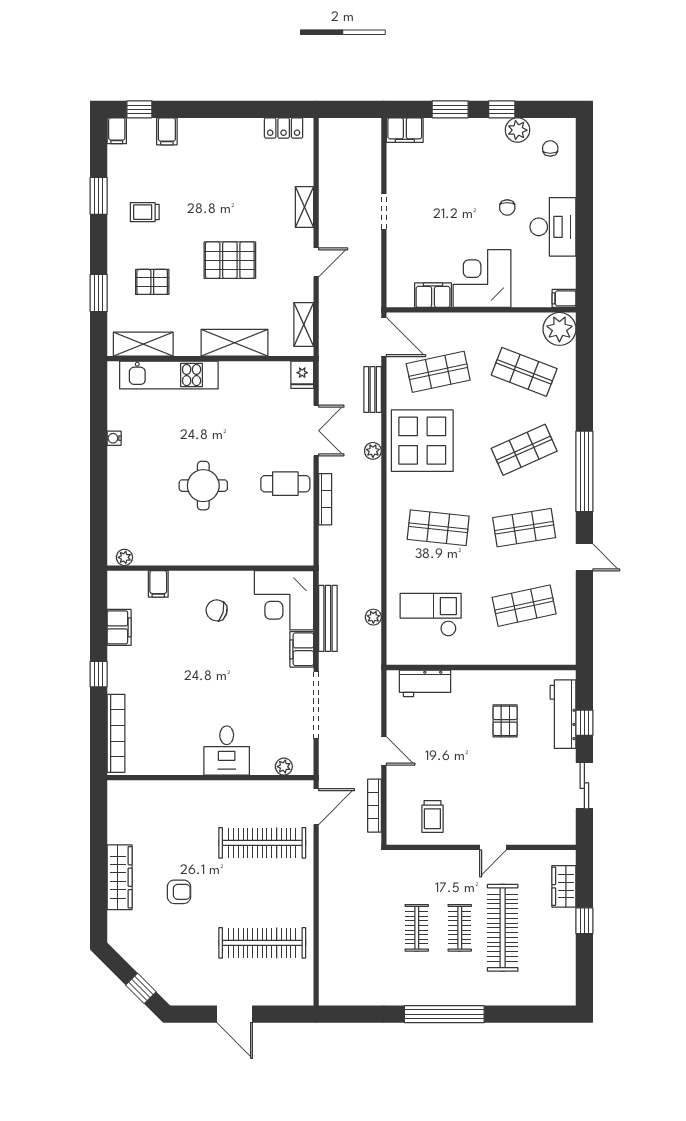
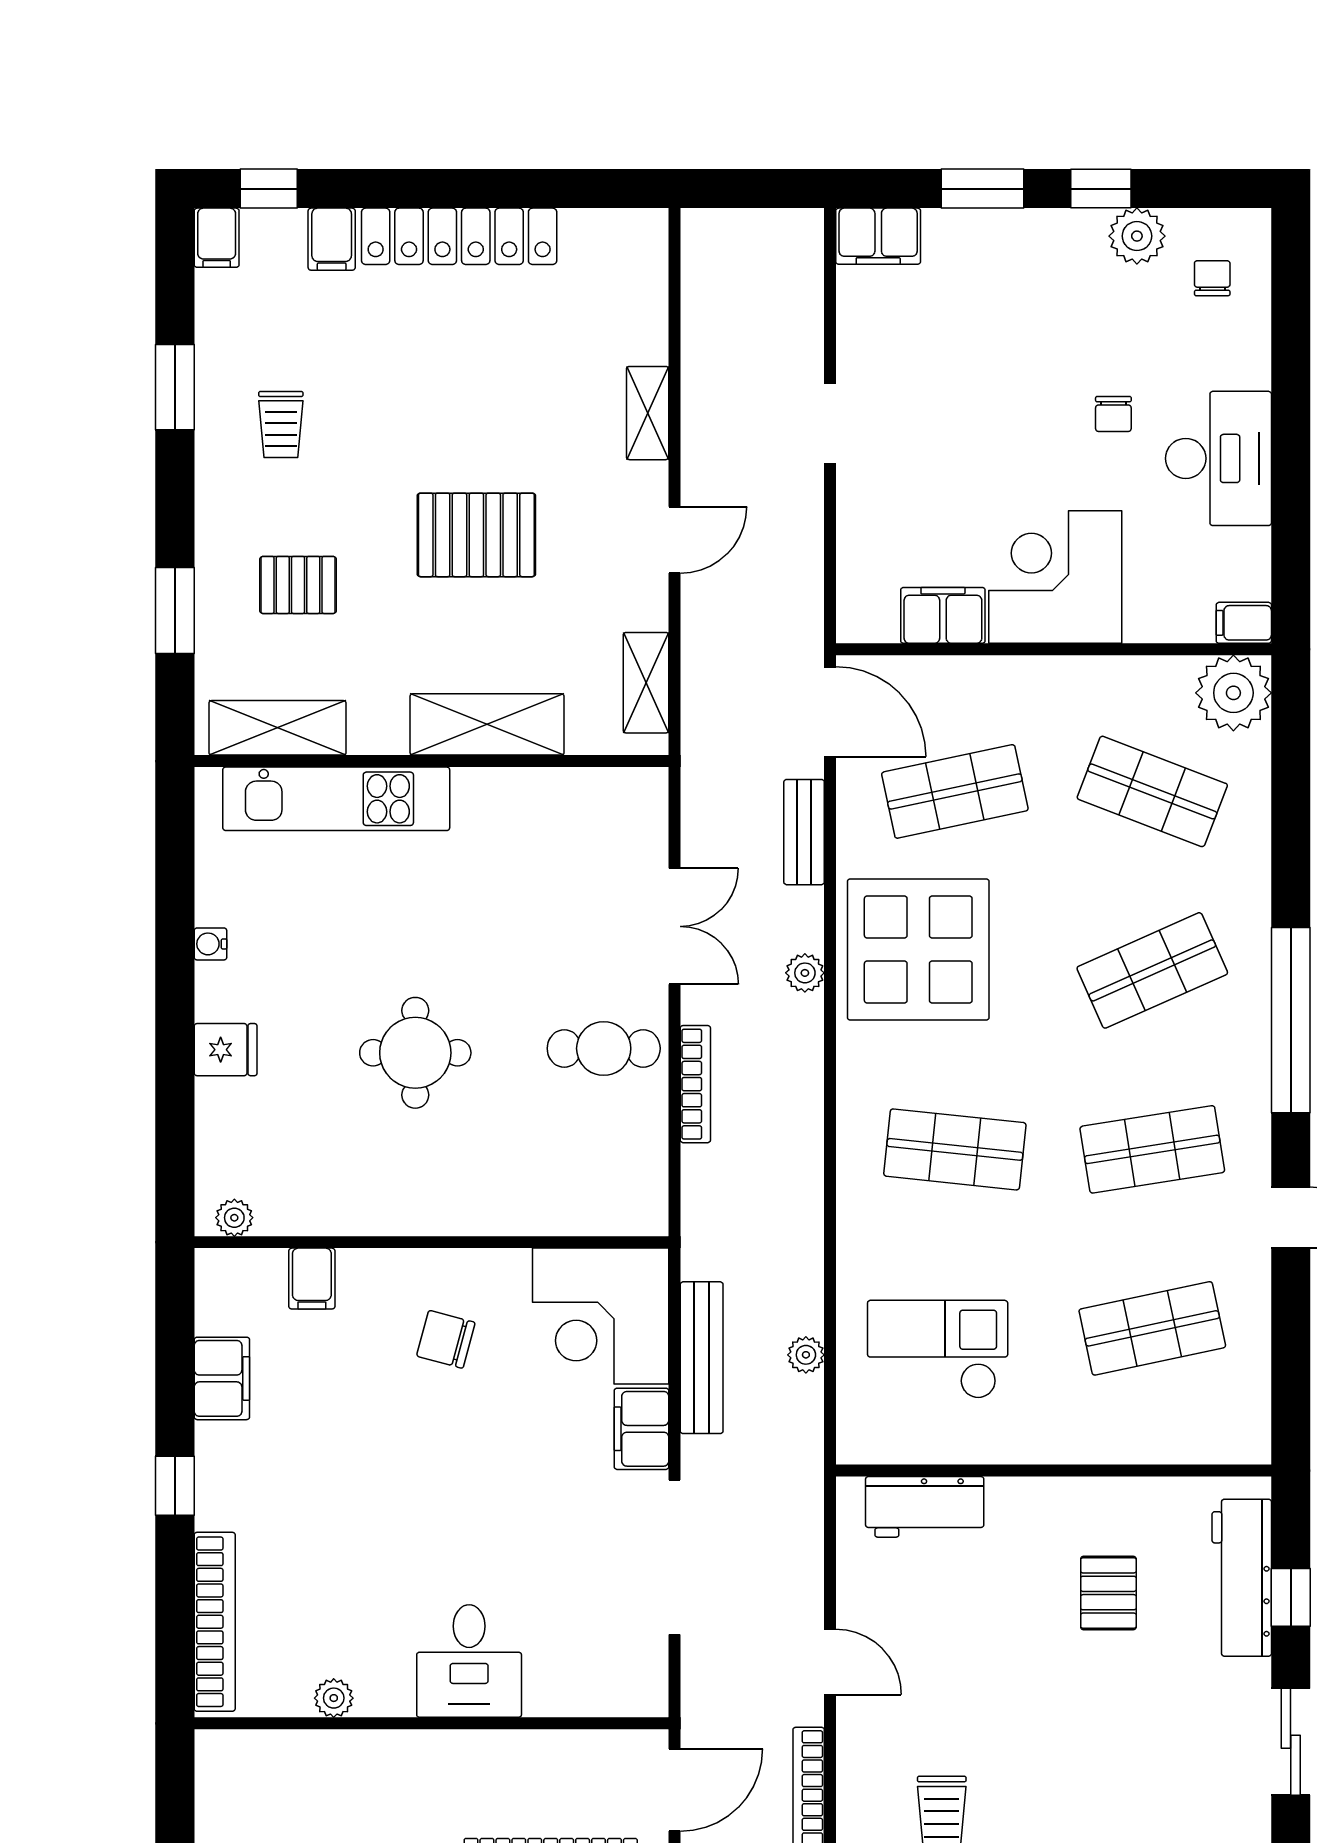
locker: (284, 128) -> (459, 236), moved, width x2.16, depth x1.21
trolley: (145, 212) -> (281, 425), turned -90
fridge: (302, 375) -> (226, 1050), moved, turned -90
plant: (284, 767) -> (334, 1698), moved

